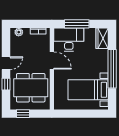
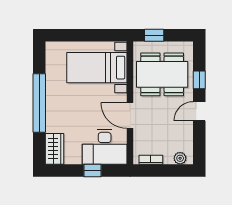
window: (77, 24) -> (93, 171), width x0.46
bed with nightstands: (88, 90) -> (97, 68), moved, turned 180
window: (23, 114) -> (154, 35), moved

